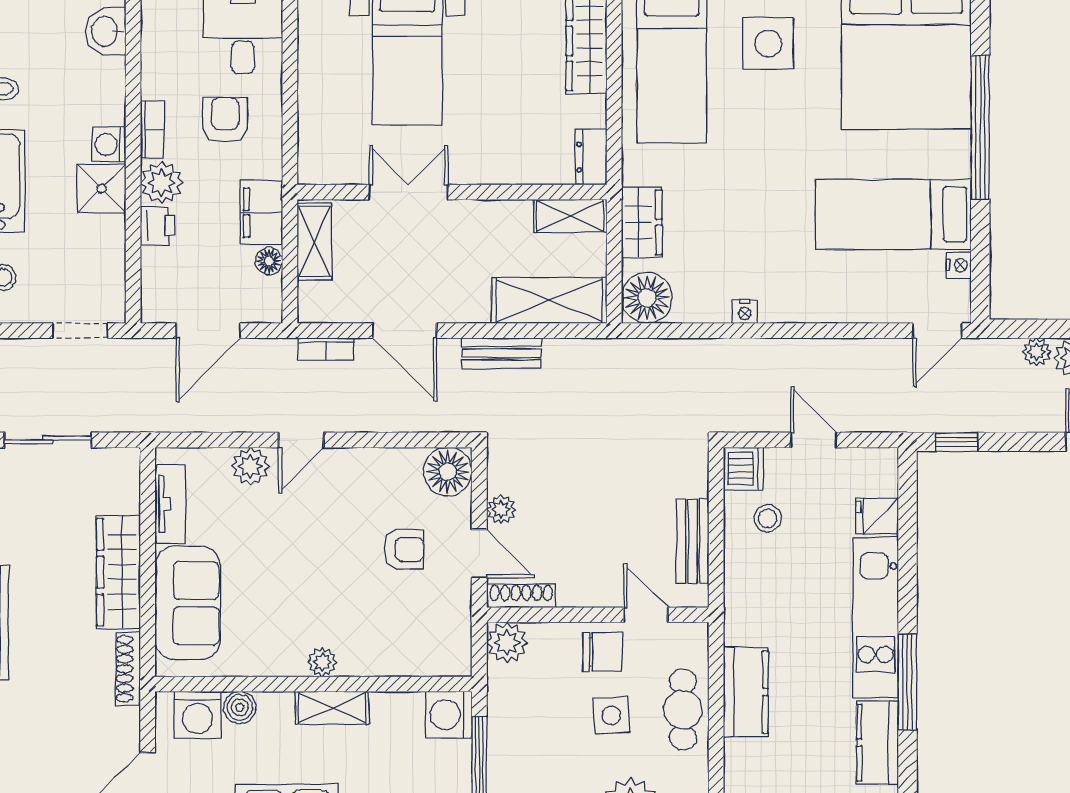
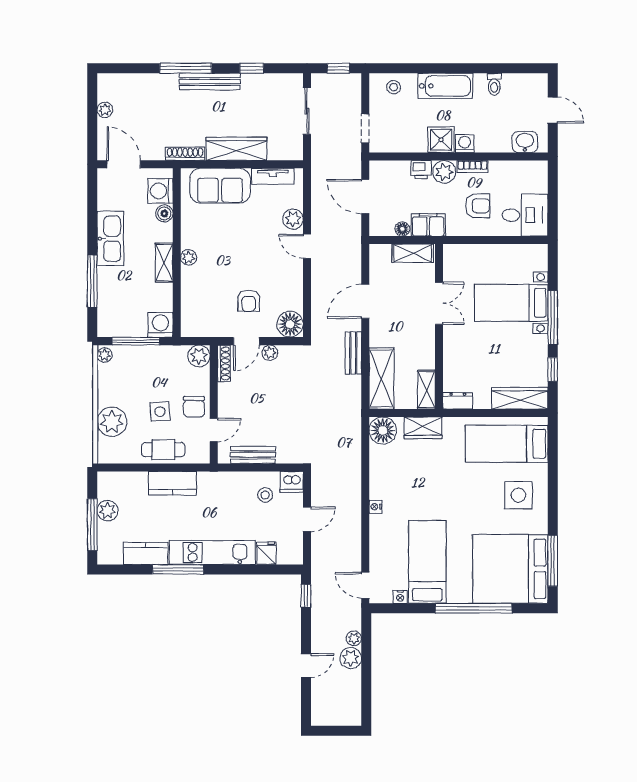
nightstand: (745, 312) -> (375, 507), moved
bookcase: (326, 349) -> (355, 259), removed

